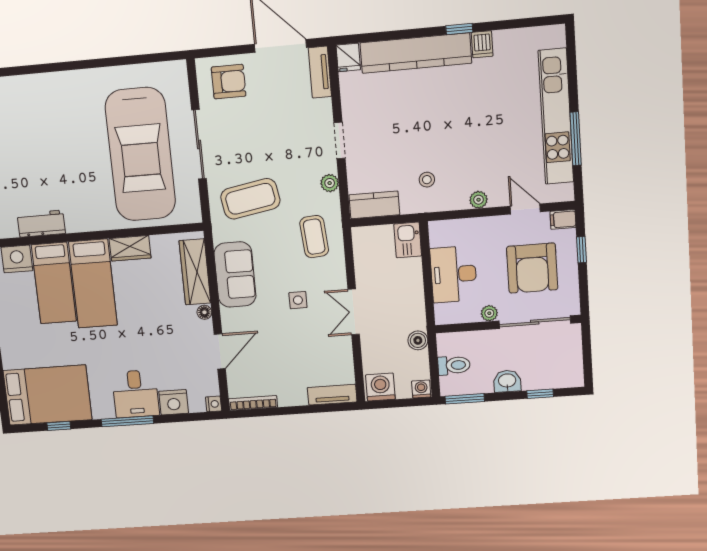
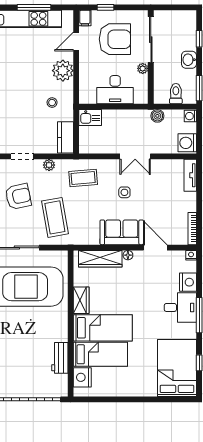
armchair: (277, 140) -> (18, 196), added
plant: (479, 200) -> (63, 71), width x1.88, depth x1.88
sofa: (235, 275) -> (122, 232), moved

